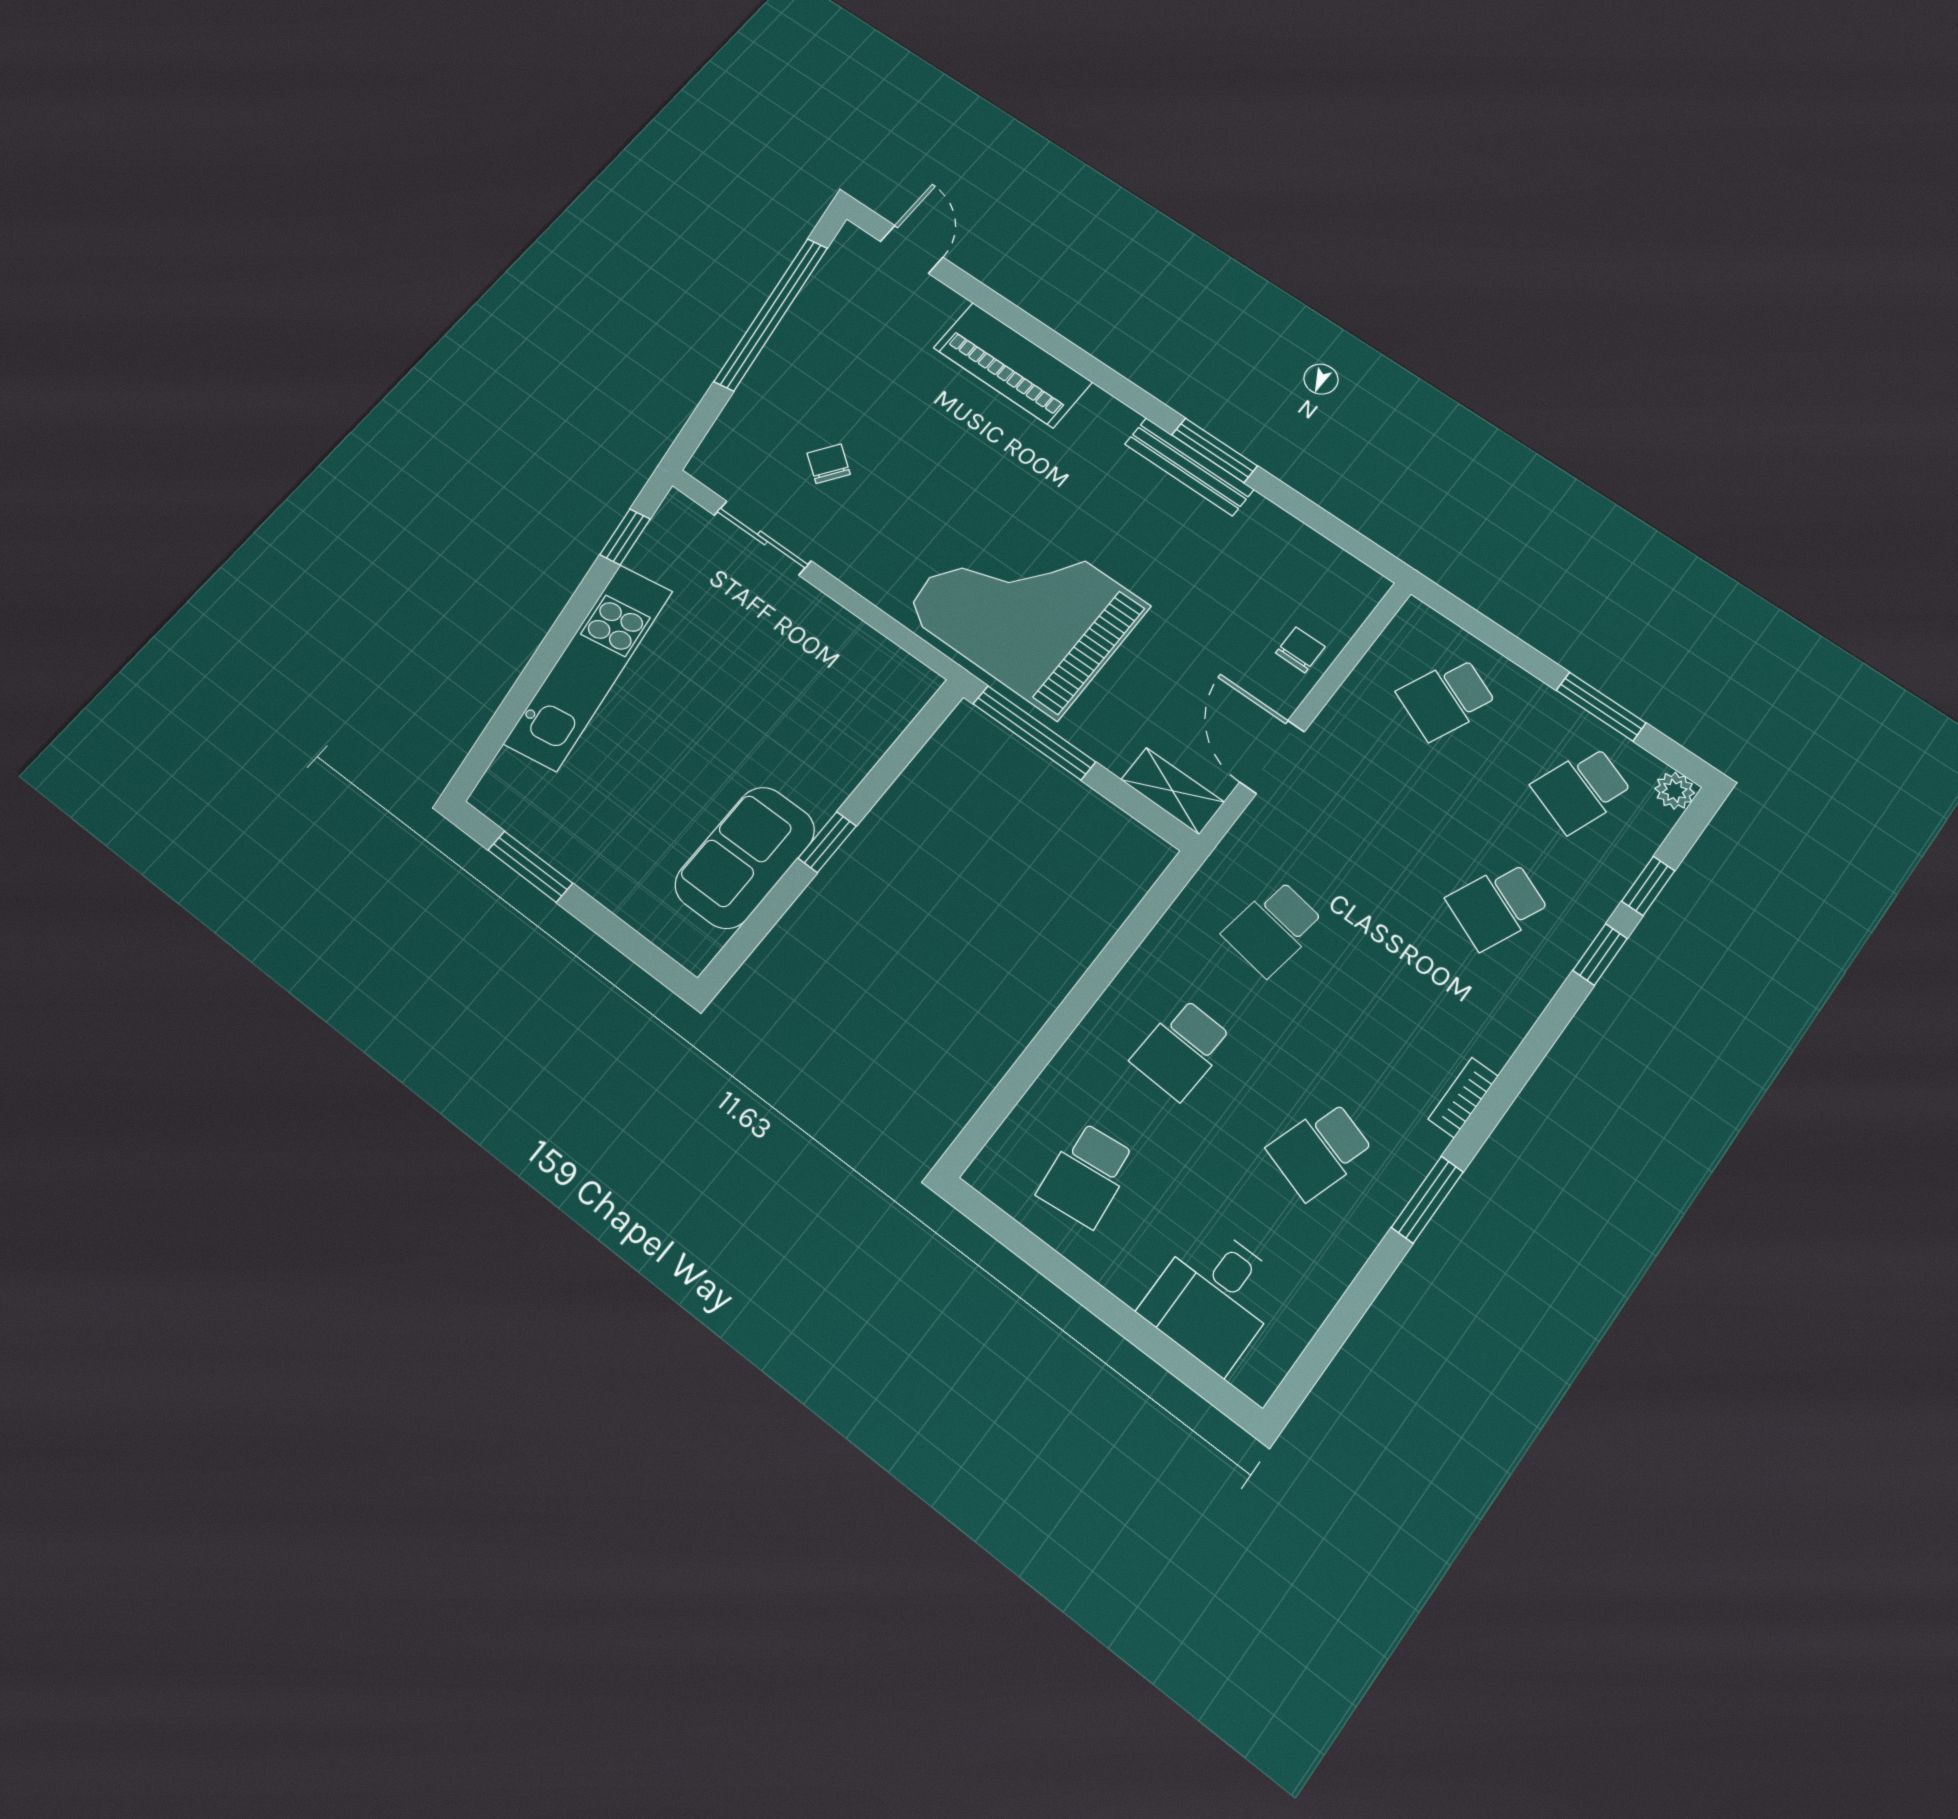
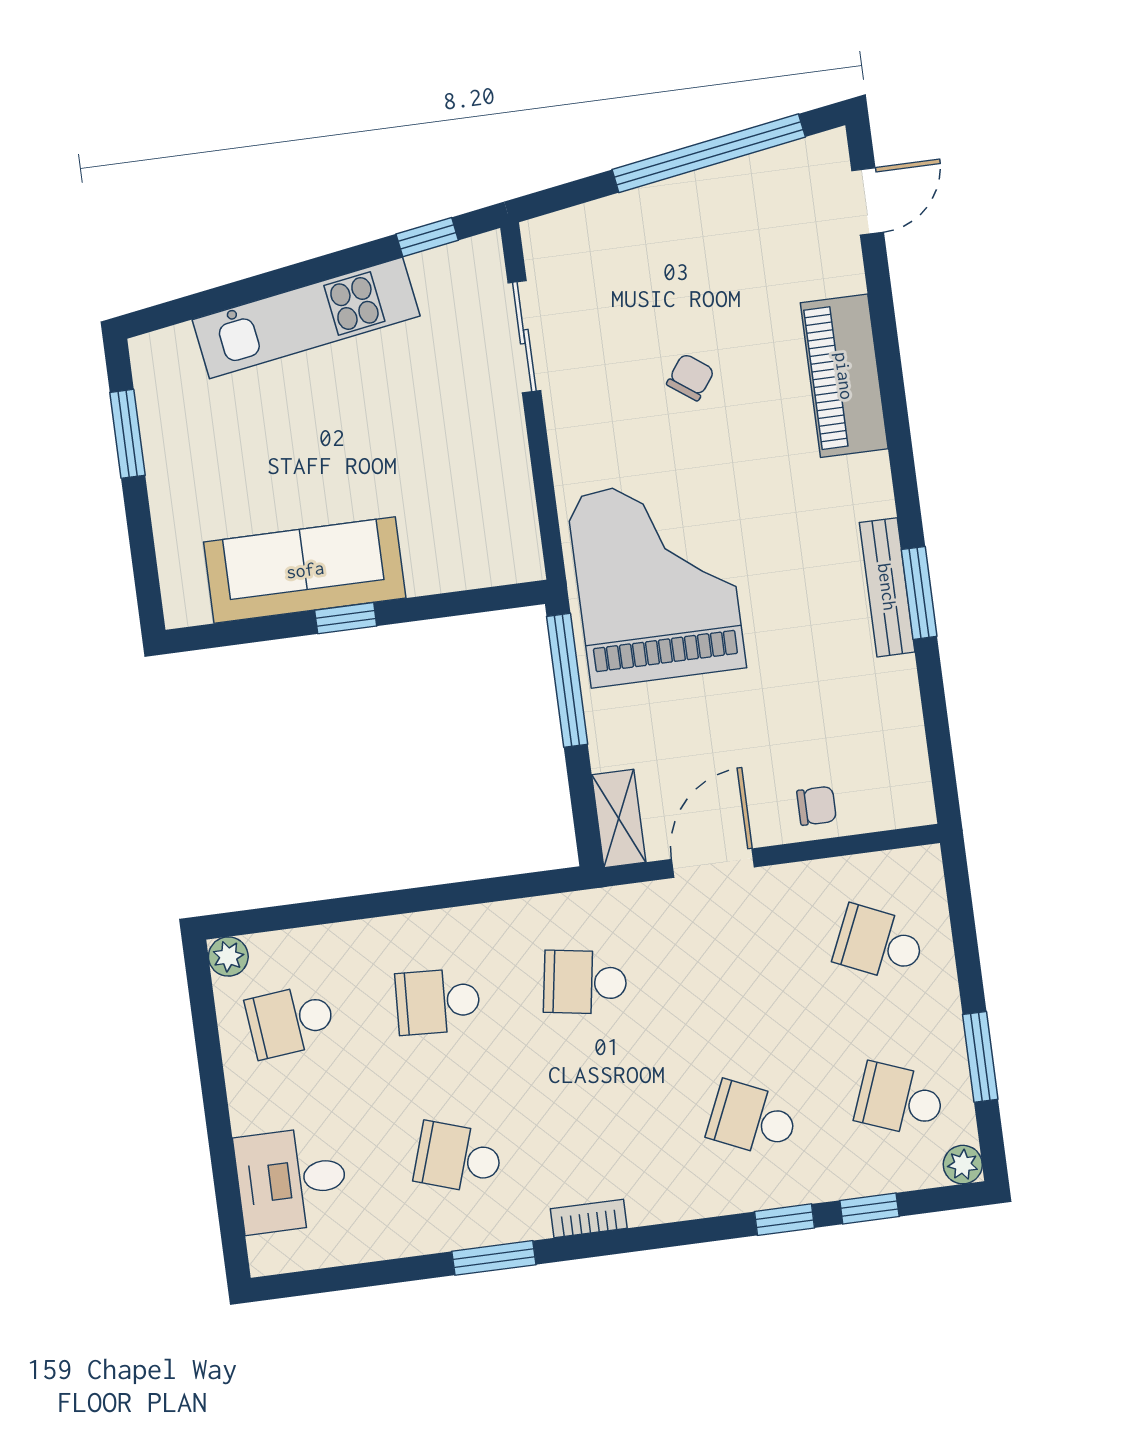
chair: (829, 464) -> (690, 377), moved
sofa: (745, 857) -> (305, 570), width x1.36
plant: (989, 1174) -> (228, 957), added

